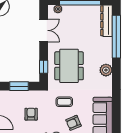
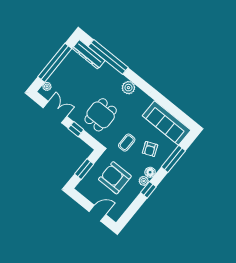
dining table: (69, 66) -> (101, 115), width x0.73
window: (44, 67) -> (76, 129), moved
armchair: (31, 114) -> (115, 178), width x1.88, depth x1.88

